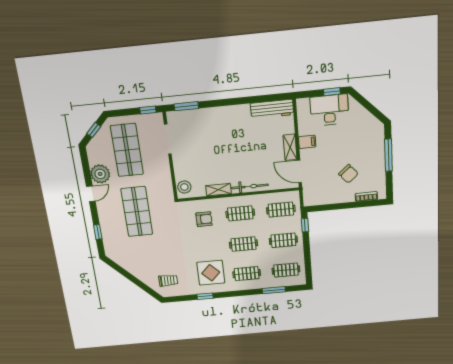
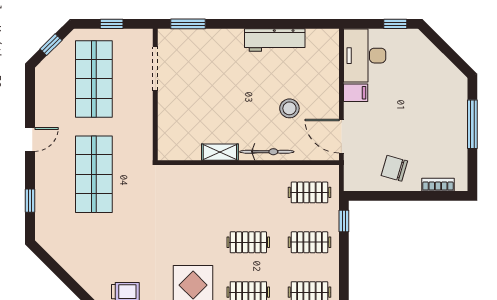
workbench: (272, 109) -> (275, 40), moved
window: (148, 110) -> (112, 24), moved
desk: (329, 110) -> (365, 56), moved, turned -90
shelving: (290, 147) -> (330, 98), removed
plant: (100, 174) -> (49, 111), removed
chair: (348, 174) -> (394, 168), moved, turned 147
stool: (184, 187) -> (289, 108), moved
clothes rail: (240, 213) -> (248, 192), removed
armchair: (204, 219) -> (193, 196), removed

